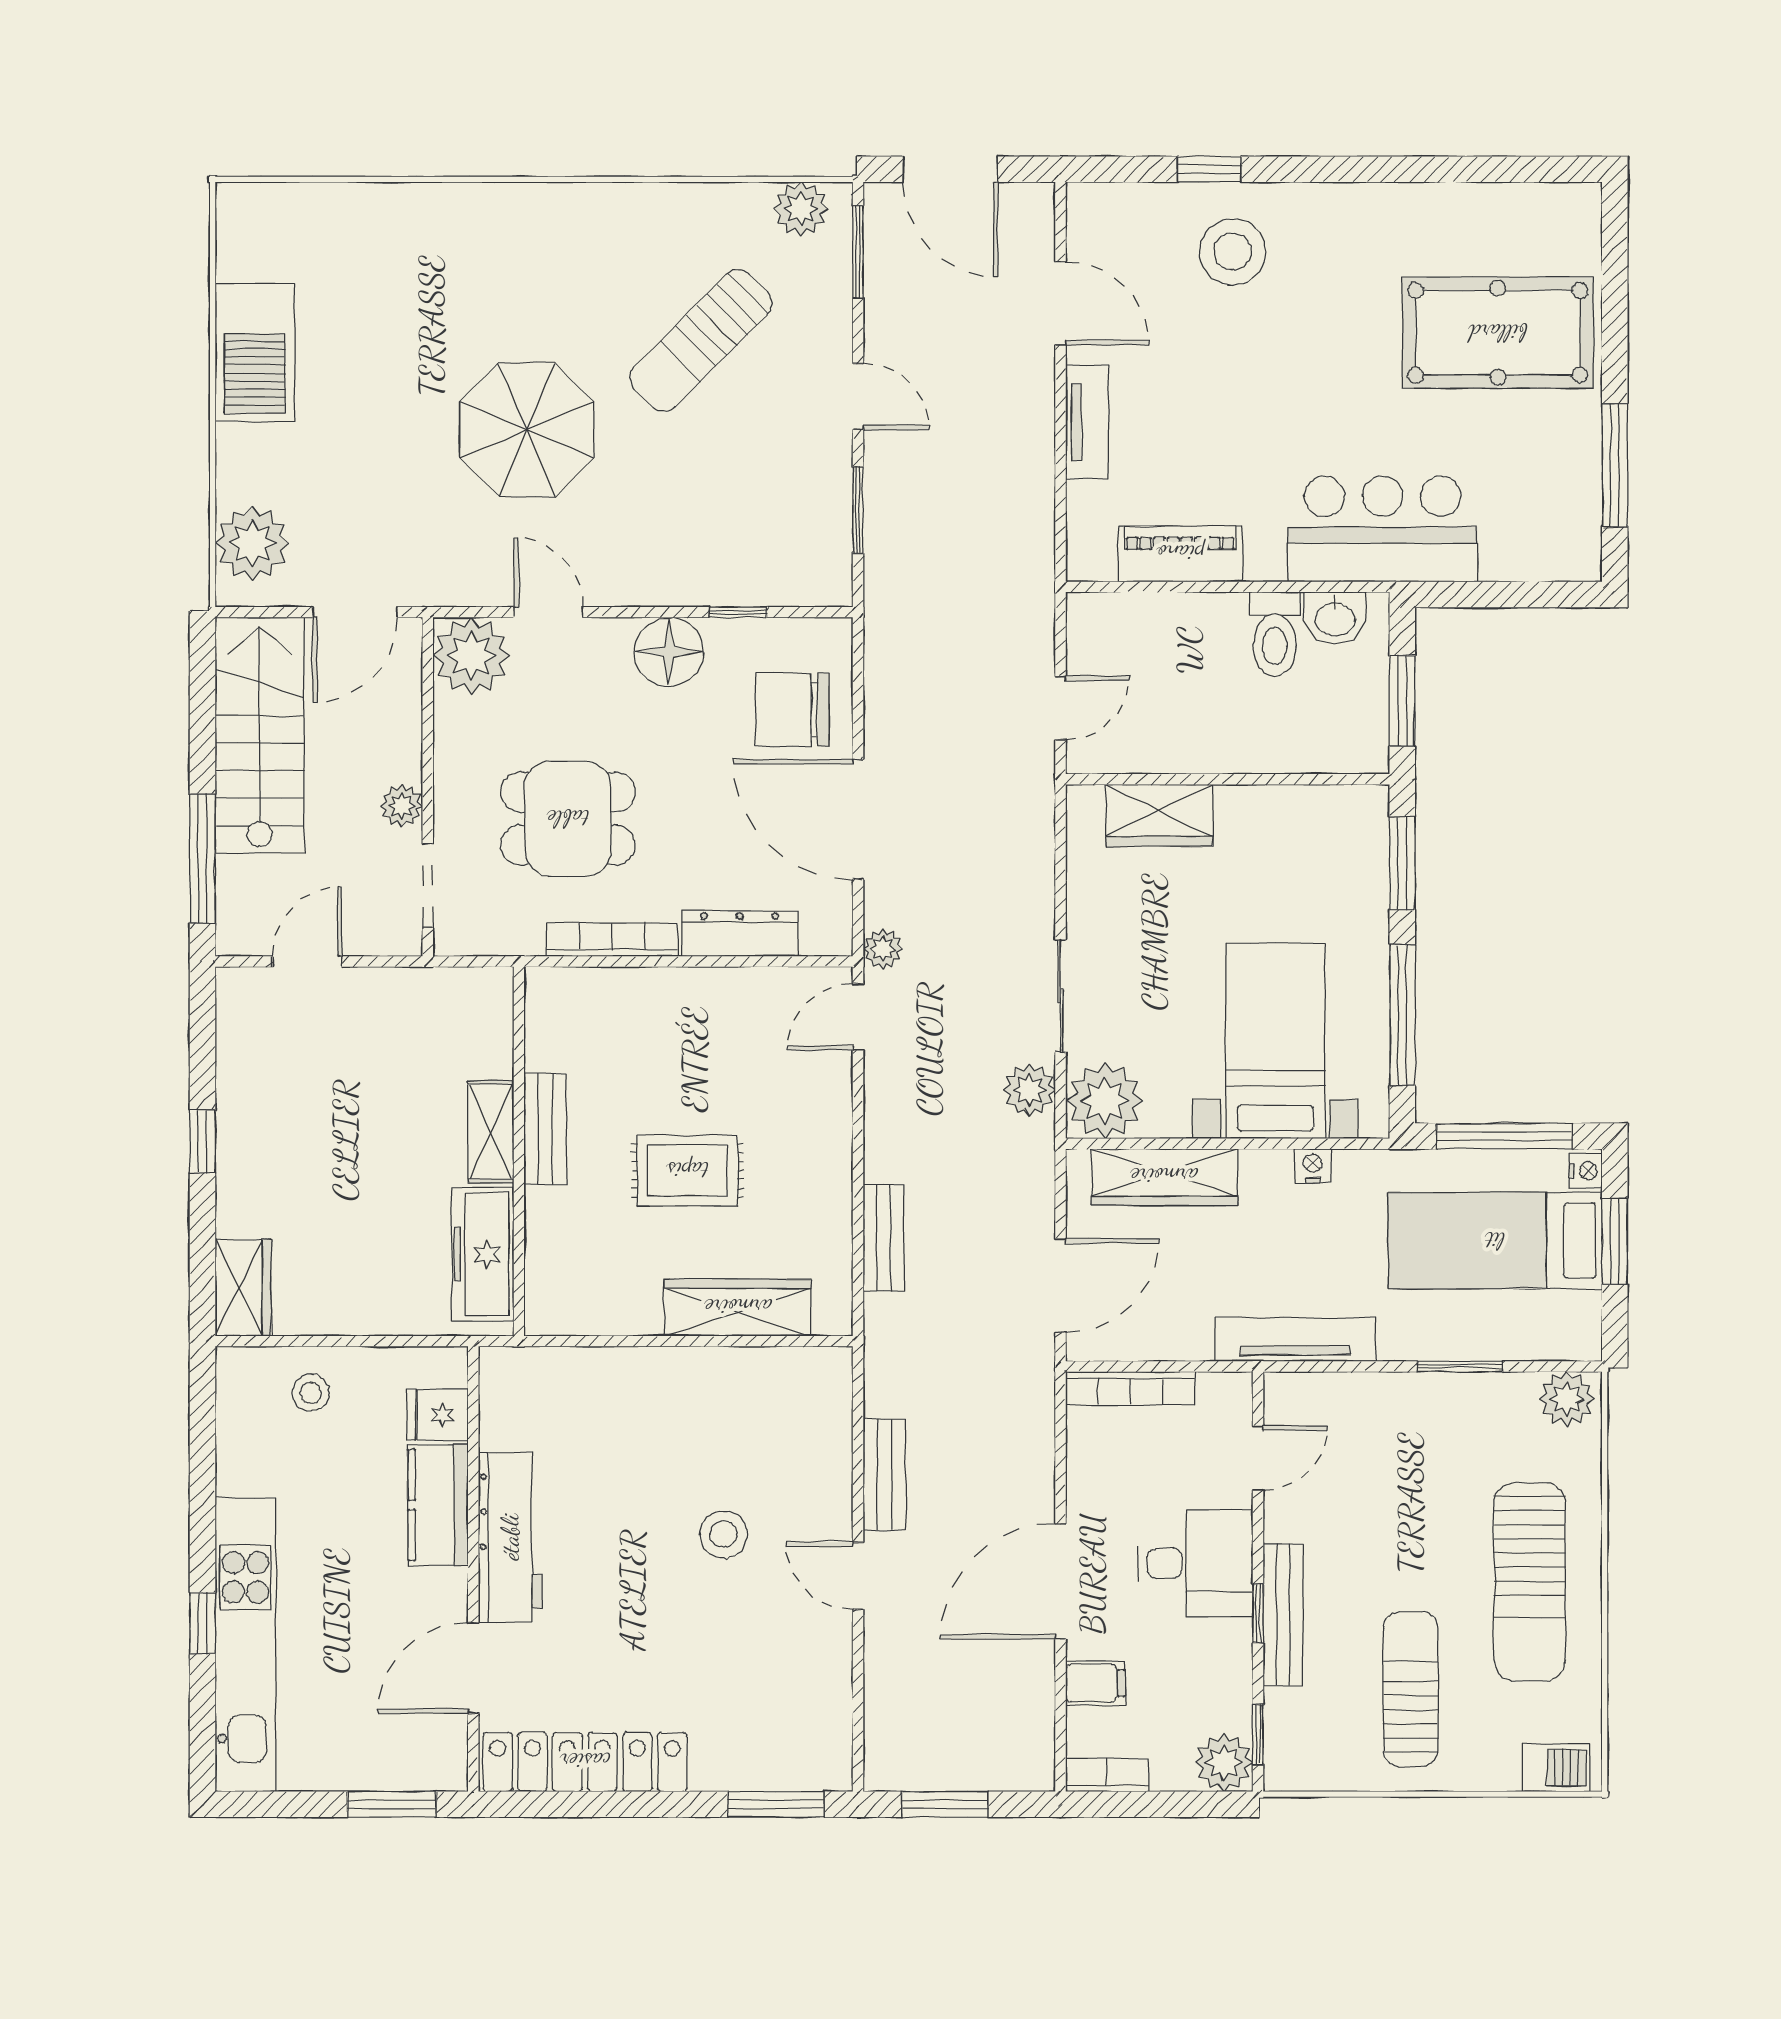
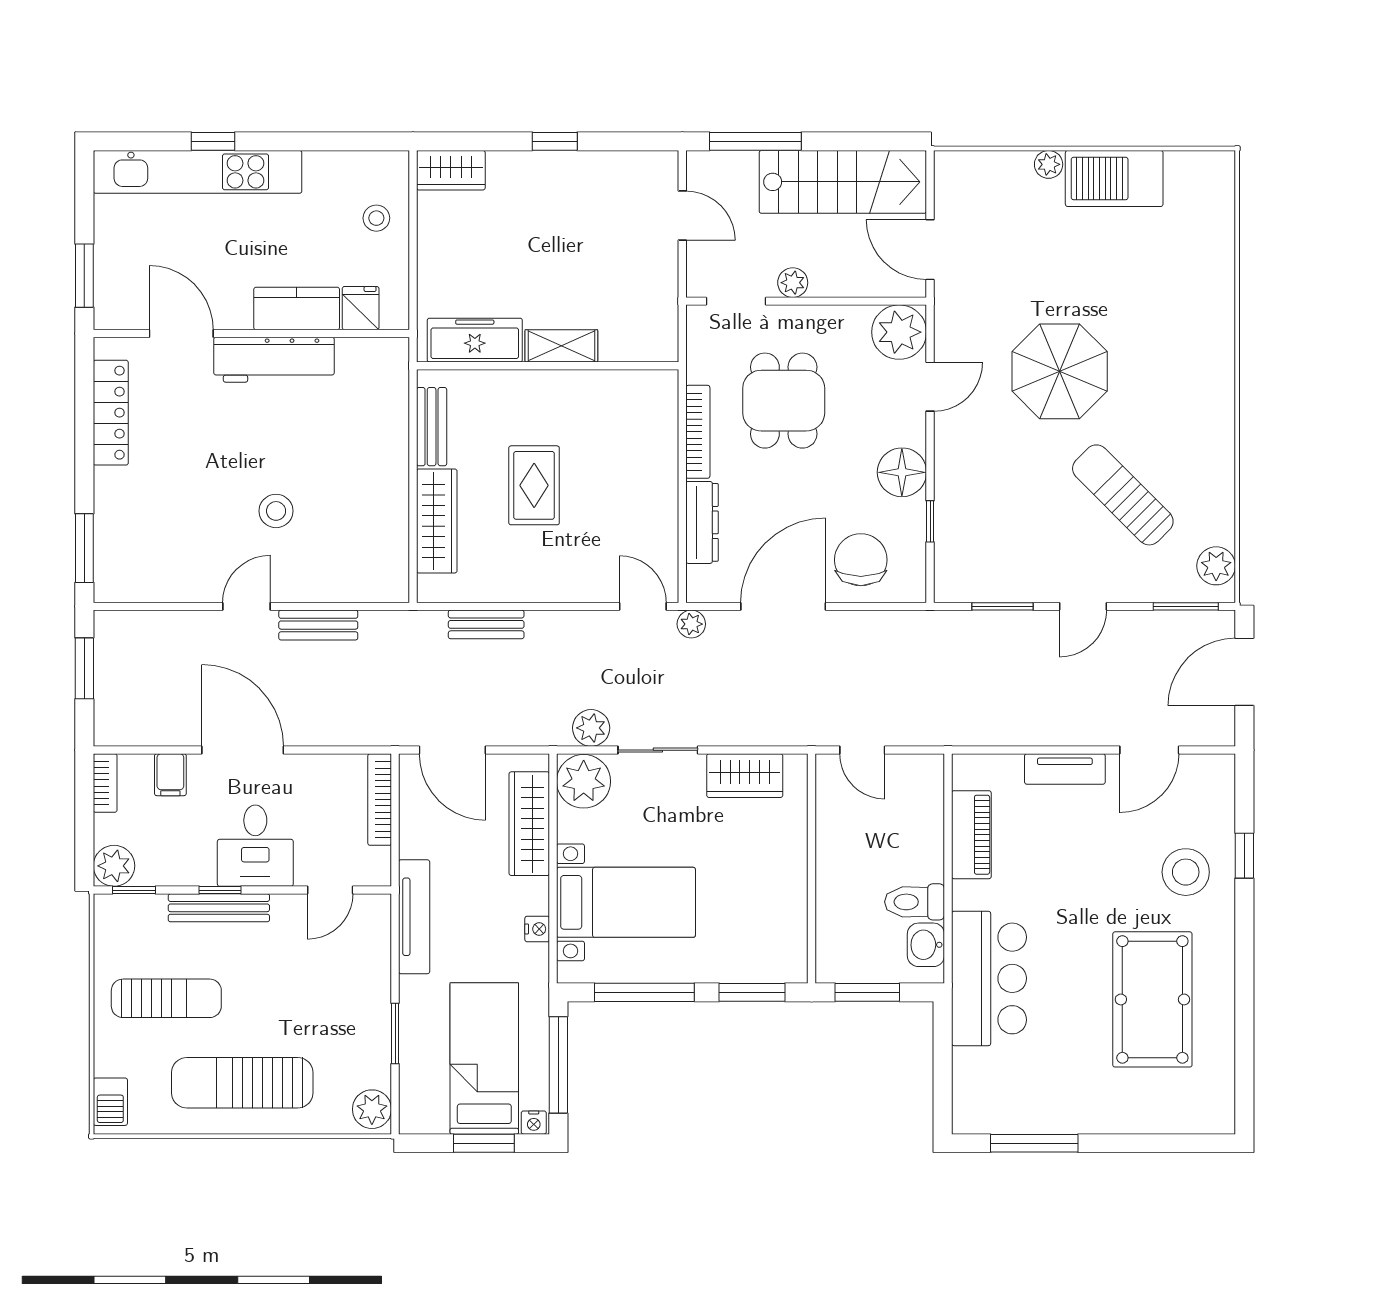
pool table: (1498, 333) -> (1152, 999), moved
plant: (252, 543) -> (1049, 164), moved, width x0.53, depth x0.53
wardrobe: (1159, 815) -> (745, 776), moved, turned -90
bench: (545, 1129) -> (432, 427), moved, turned 90
door: (1258, 1458) -> (330, 890), hinge flipped
locker: (585, 1762) -> (111, 413), width x0.71, depth x0.83

